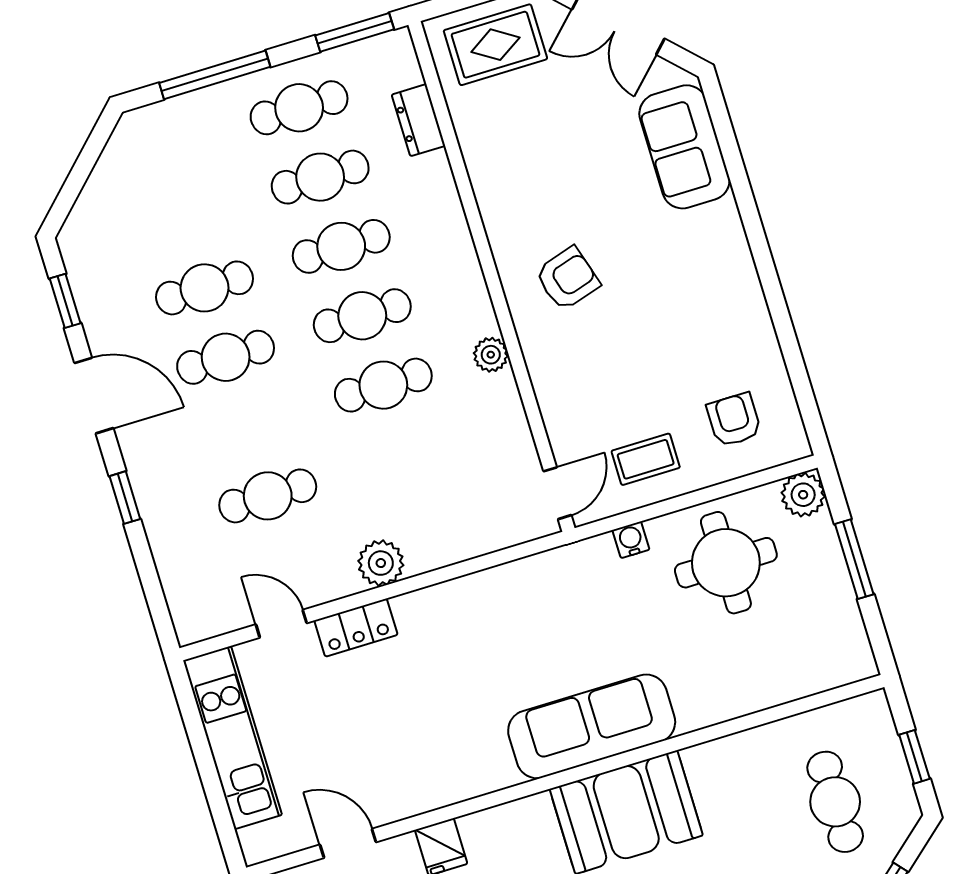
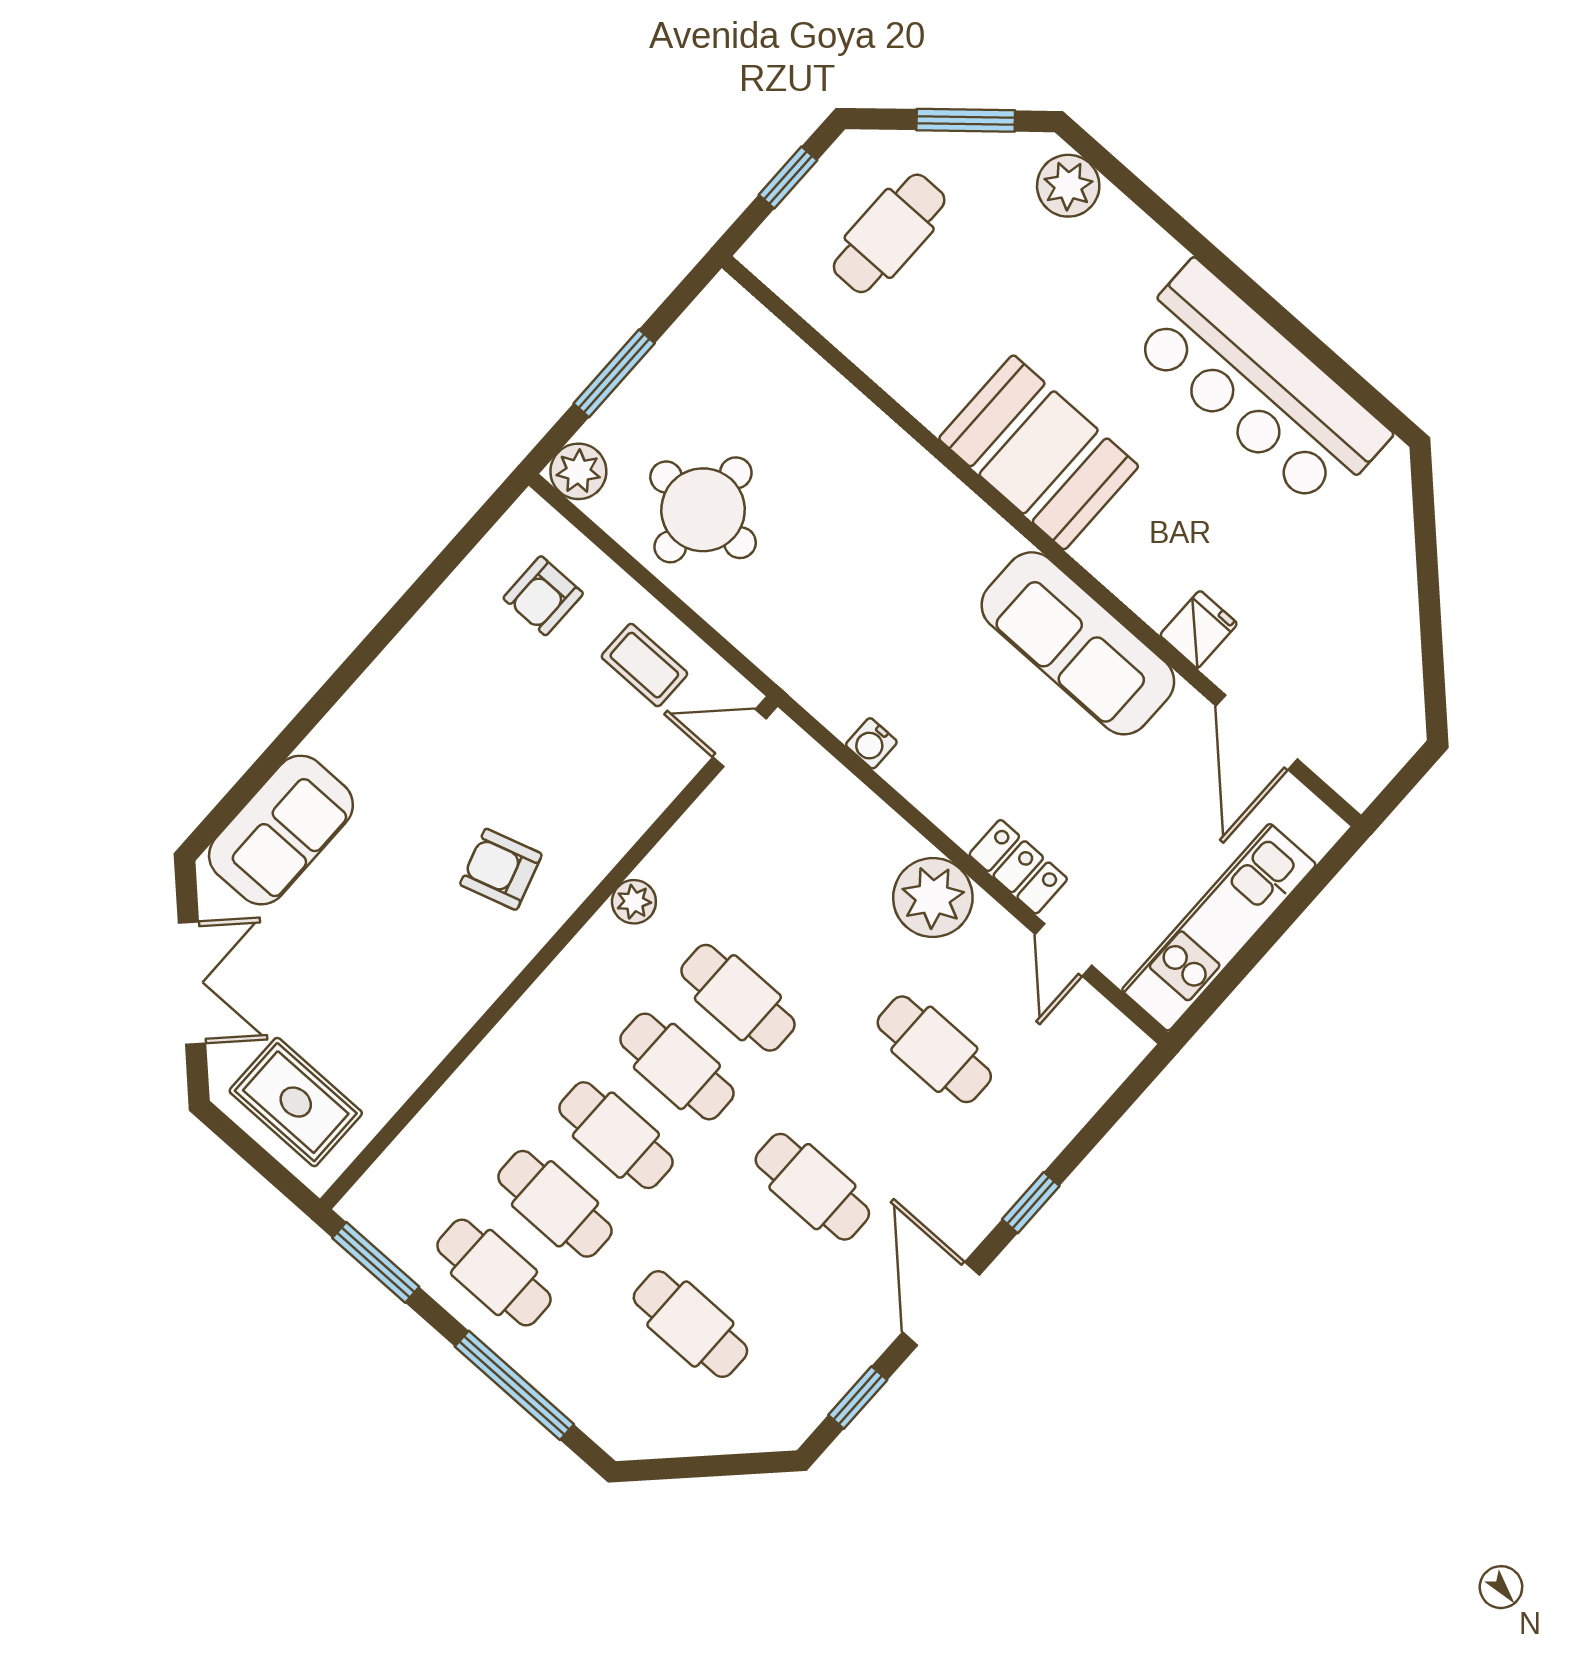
dresser: (418, 120) -> (428, 1135), removed
cafe table: (205, 288) -> (690, 1324), moved
water cooler: (631, 540) -> (871, 743), moved
plant: (381, 563) -> (933, 897), width x1.36, depth x1.36
sofa: (592, 726) -> (1078, 643), moved
door: (348, 843) -> (1257, 732), width x1.38

